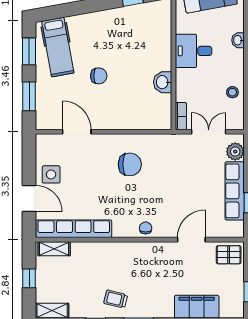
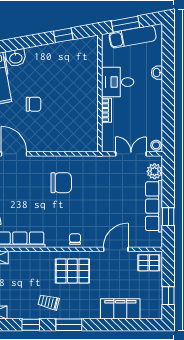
washbasin: (163, 82) -> (16, 58), moved, turned -100
stool: (232, 92) -> (156, 145), moved
bookcase: (181, 116) -> (106, 110), moved
pallet: (143, 264) -> (72, 271), added

